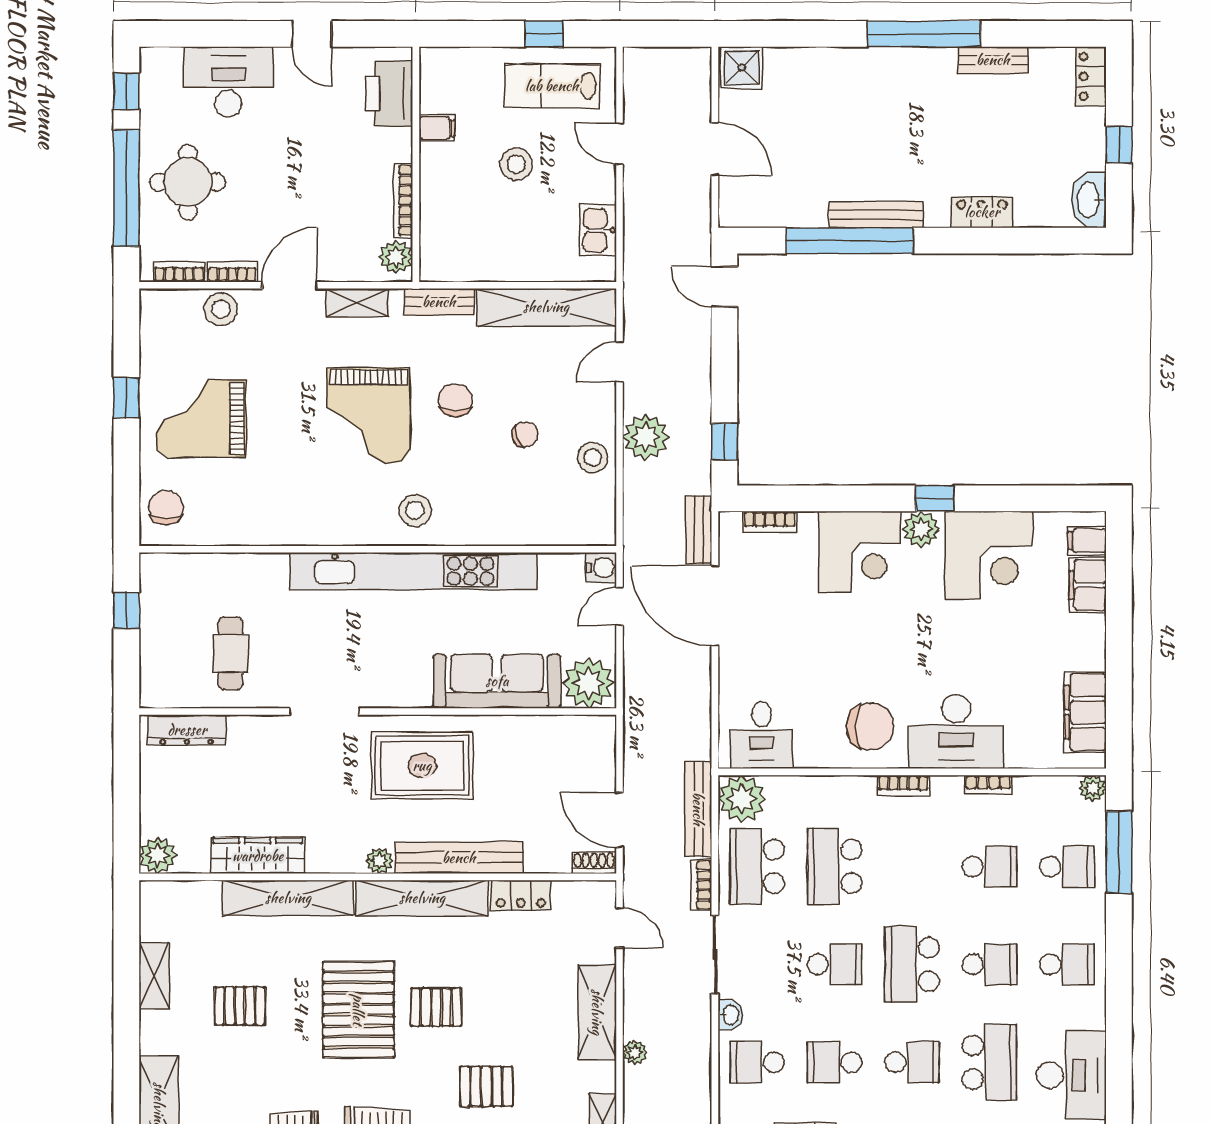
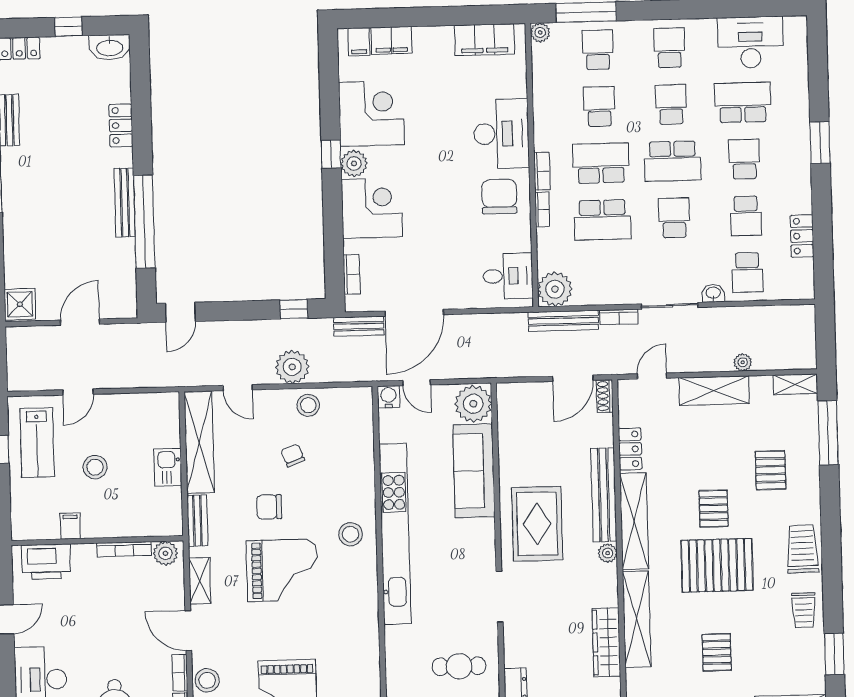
kitchen sink: (598, 230) -> (168, 467), moved, turned 90
bookcase: (988, 785) -> (542, 209), moved
school desk: (757, 866) -> (601, 163), moved, turned 180

